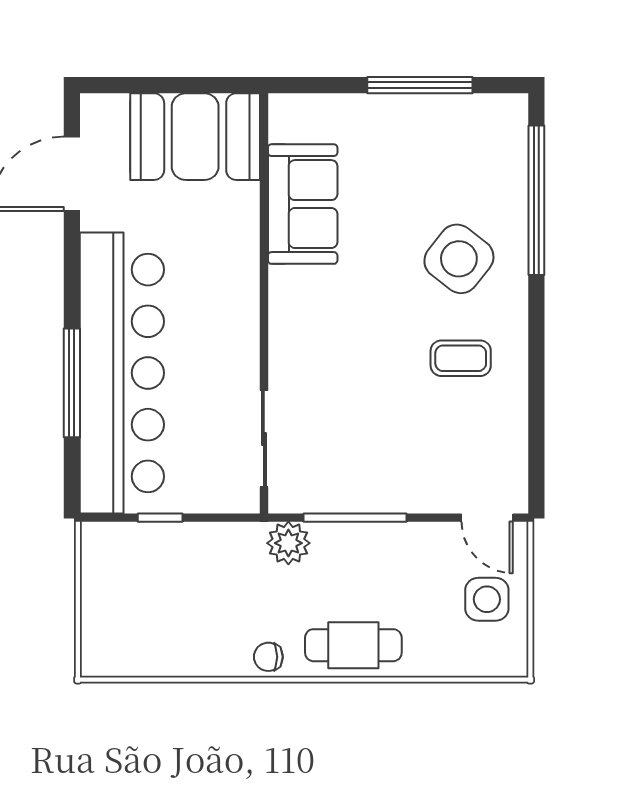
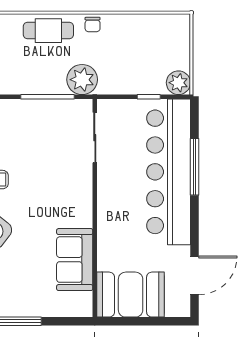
plant: (288, 543) -> (82, 80), width x1.36, depth x1.36
plant: (103, 545) -> (178, 83), added
chair: (268, 657) -> (93, 24), turned 90

